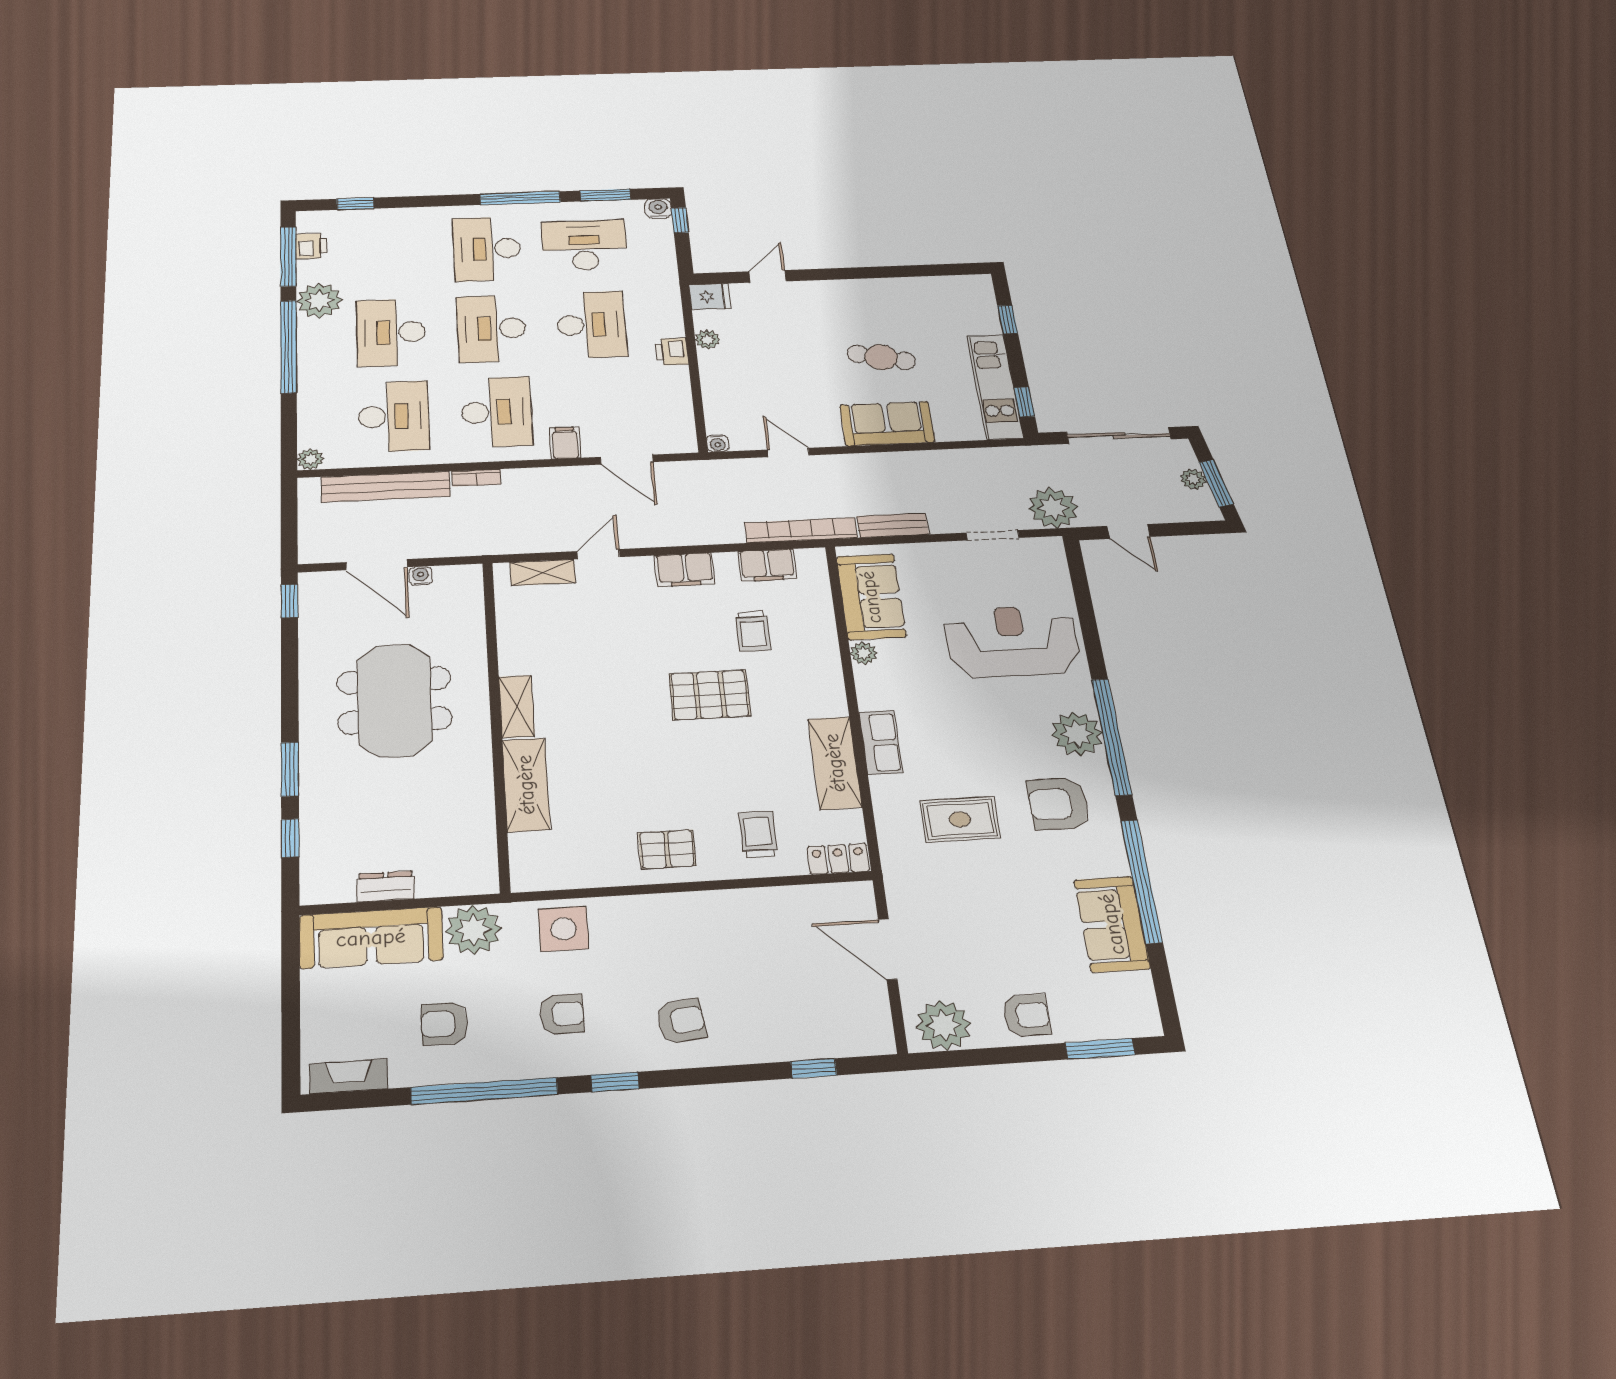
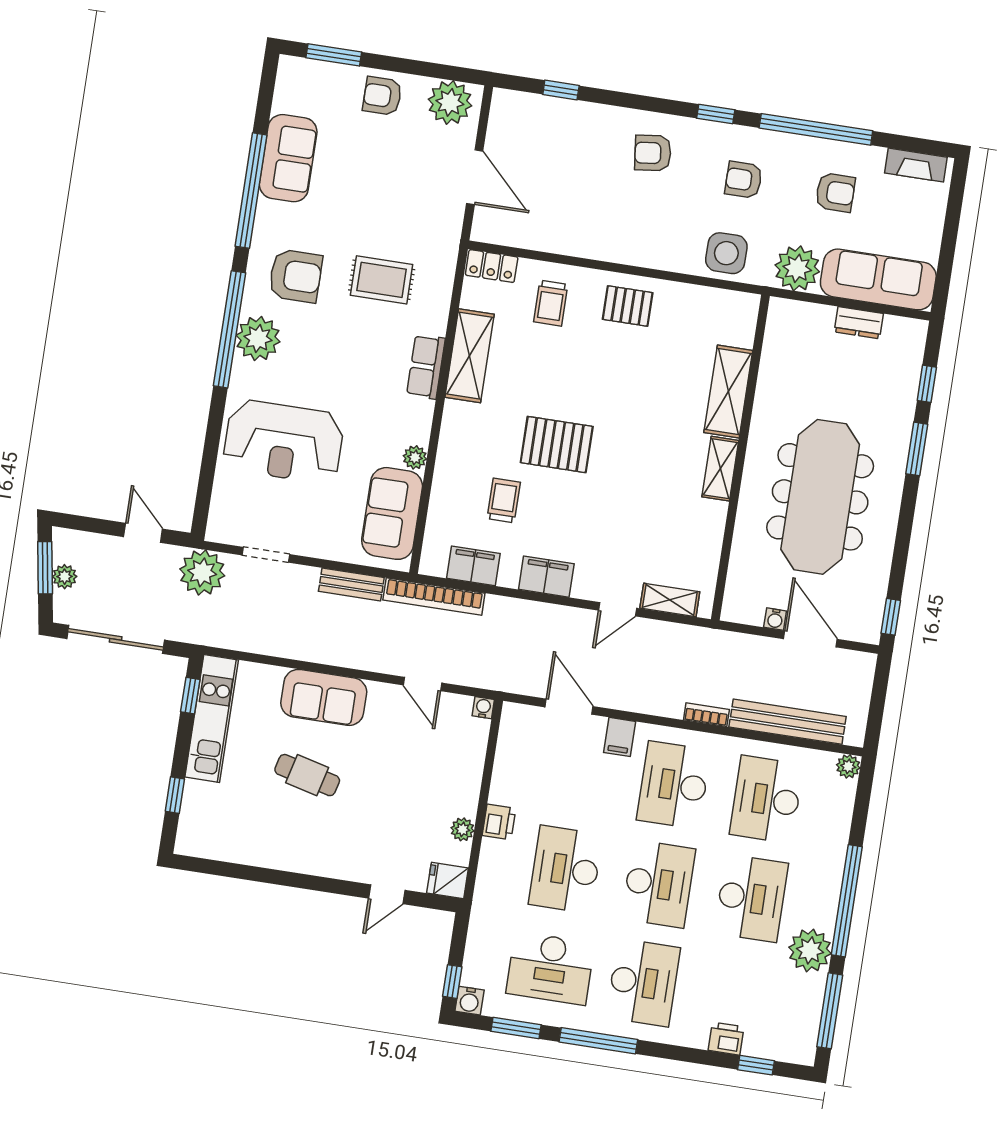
printer: (311, 246) -> (726, 1039), moved, turned 90
meeting table: (395, 700) -> (820, 497), width x1.36

